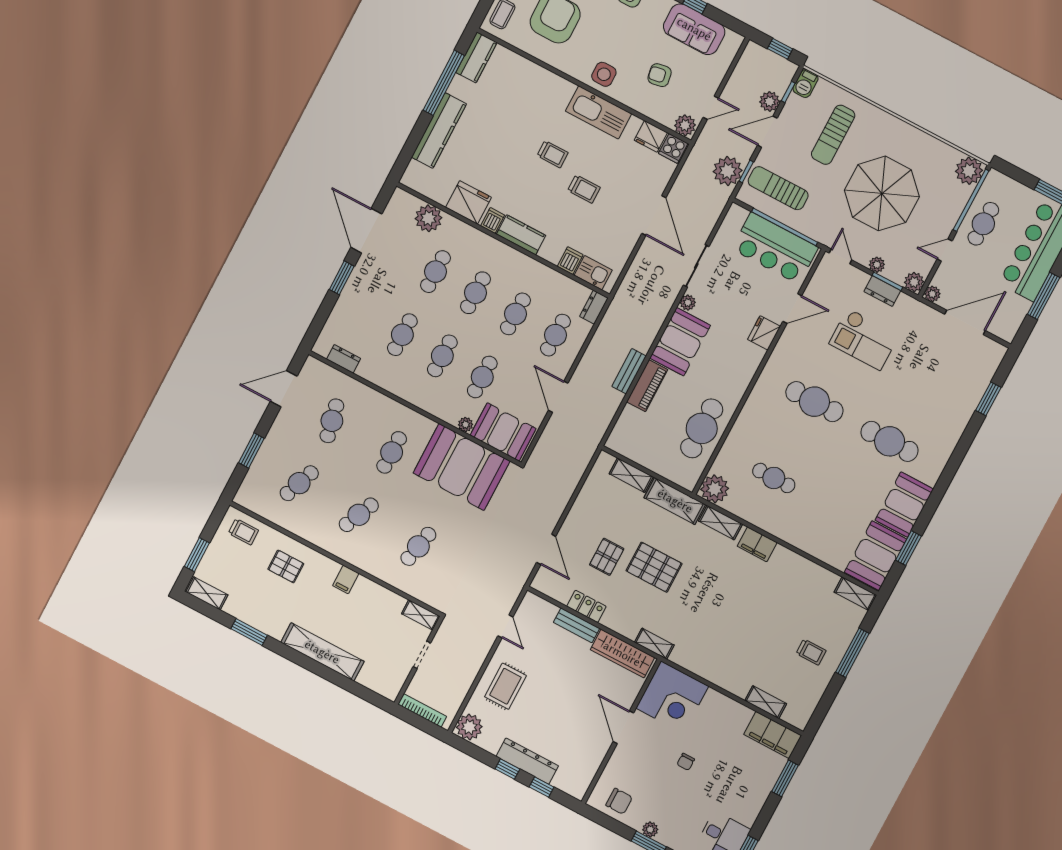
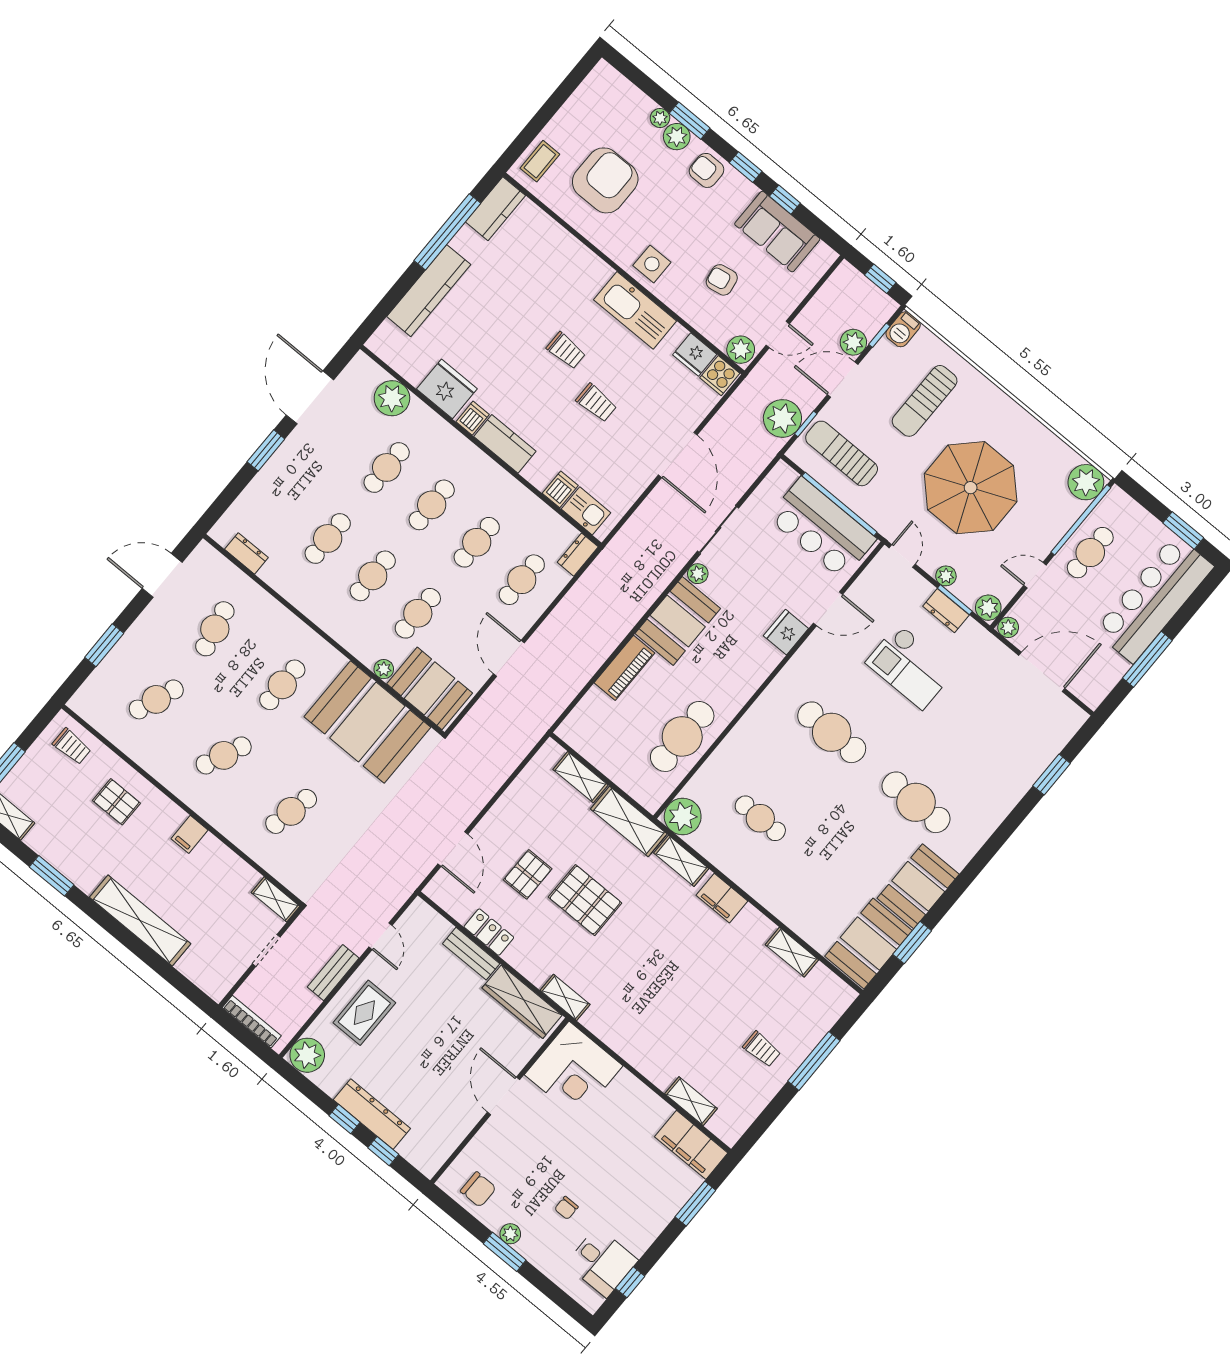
bench: (629, 371) -> (333, 973), moved
shelving: (855, 594) -> (792, 952), moved
chair: (686, 762) -> (566, 1208), moved

